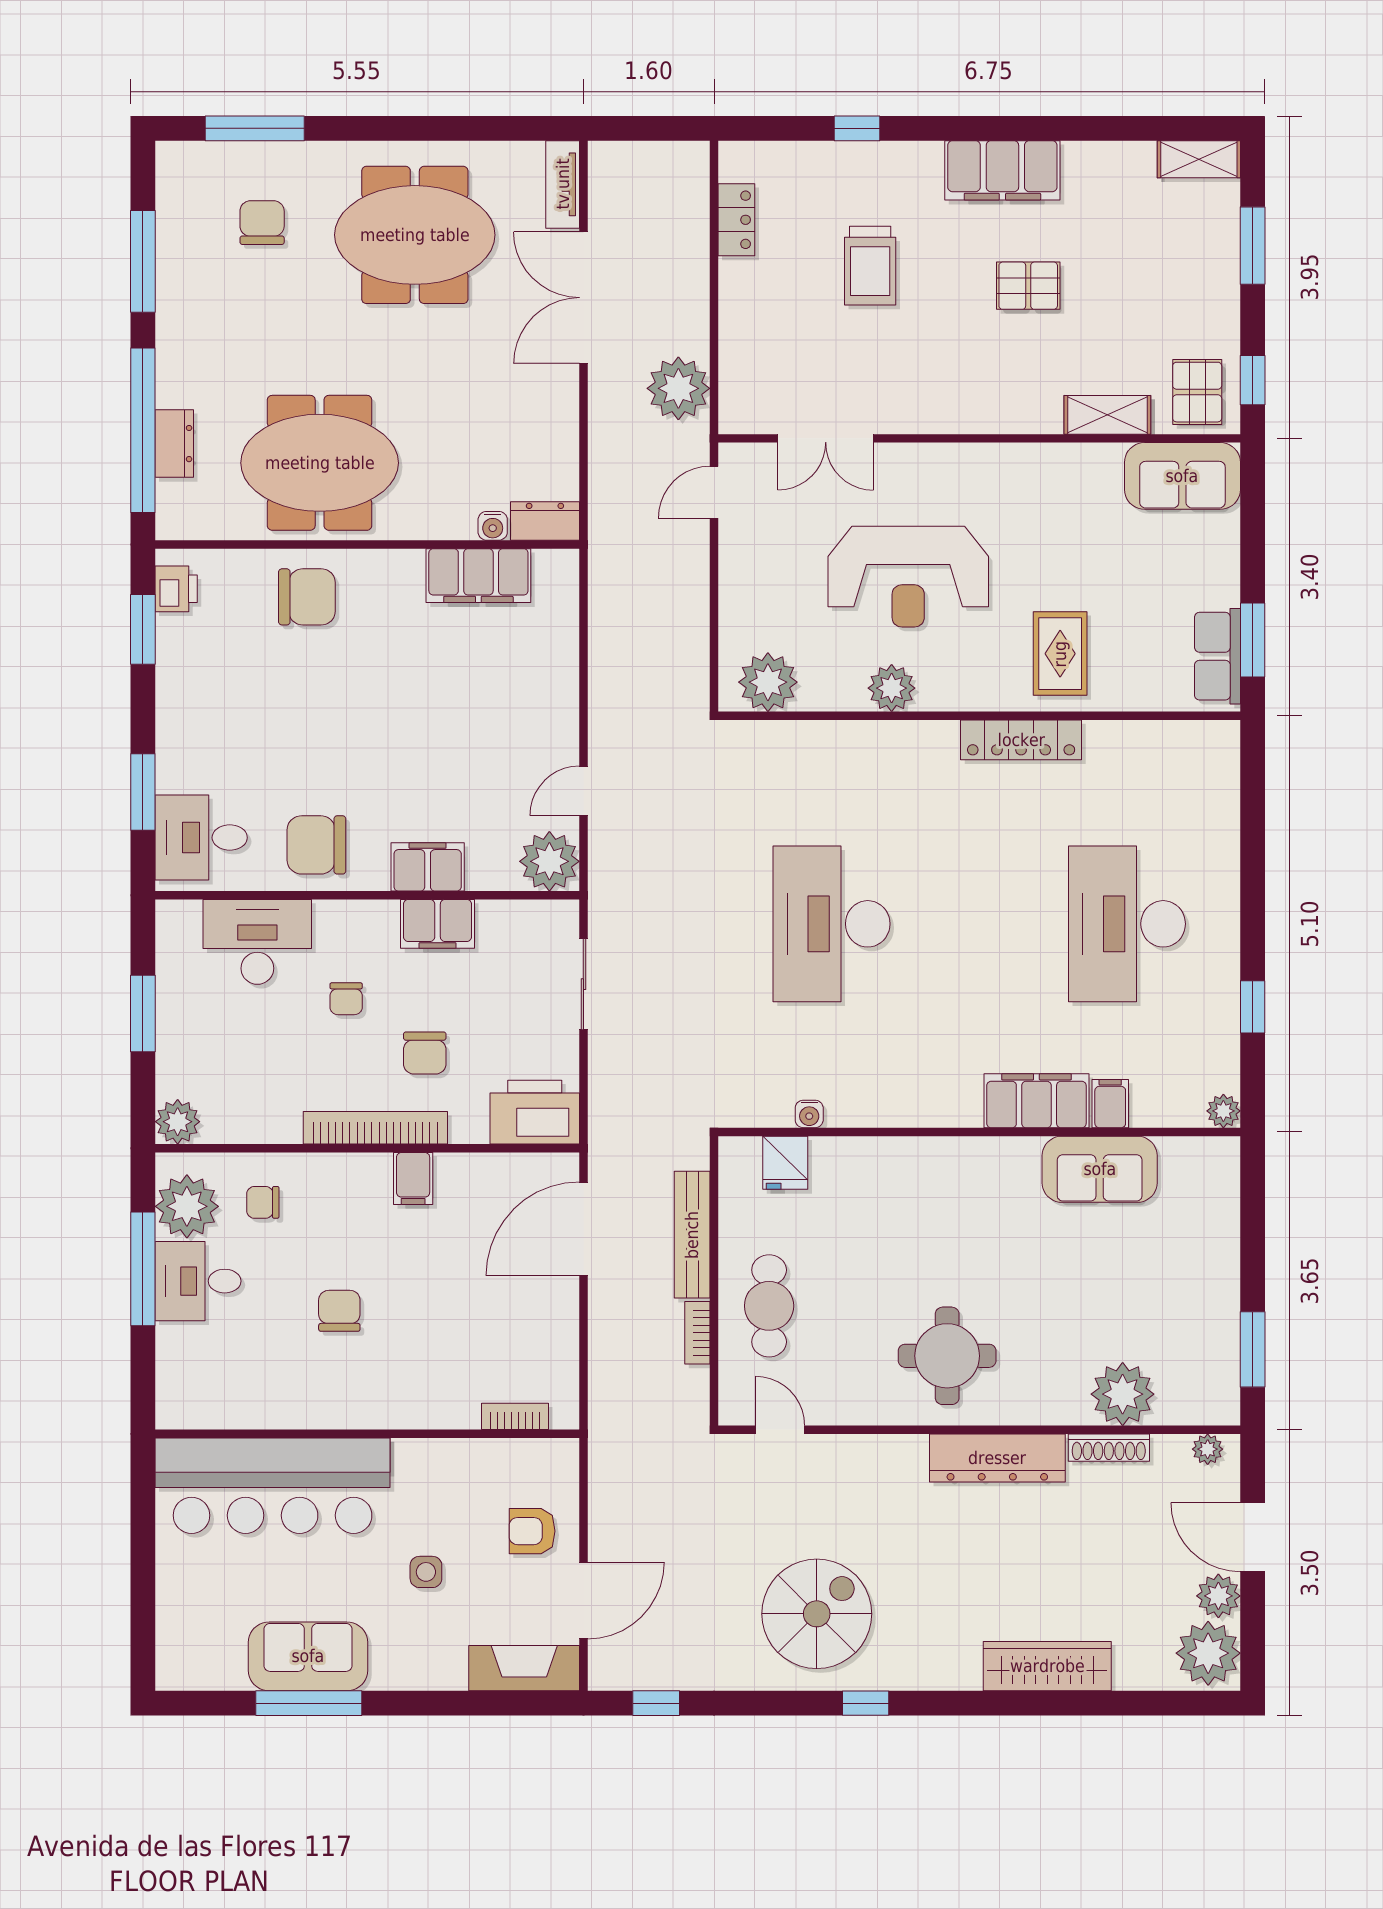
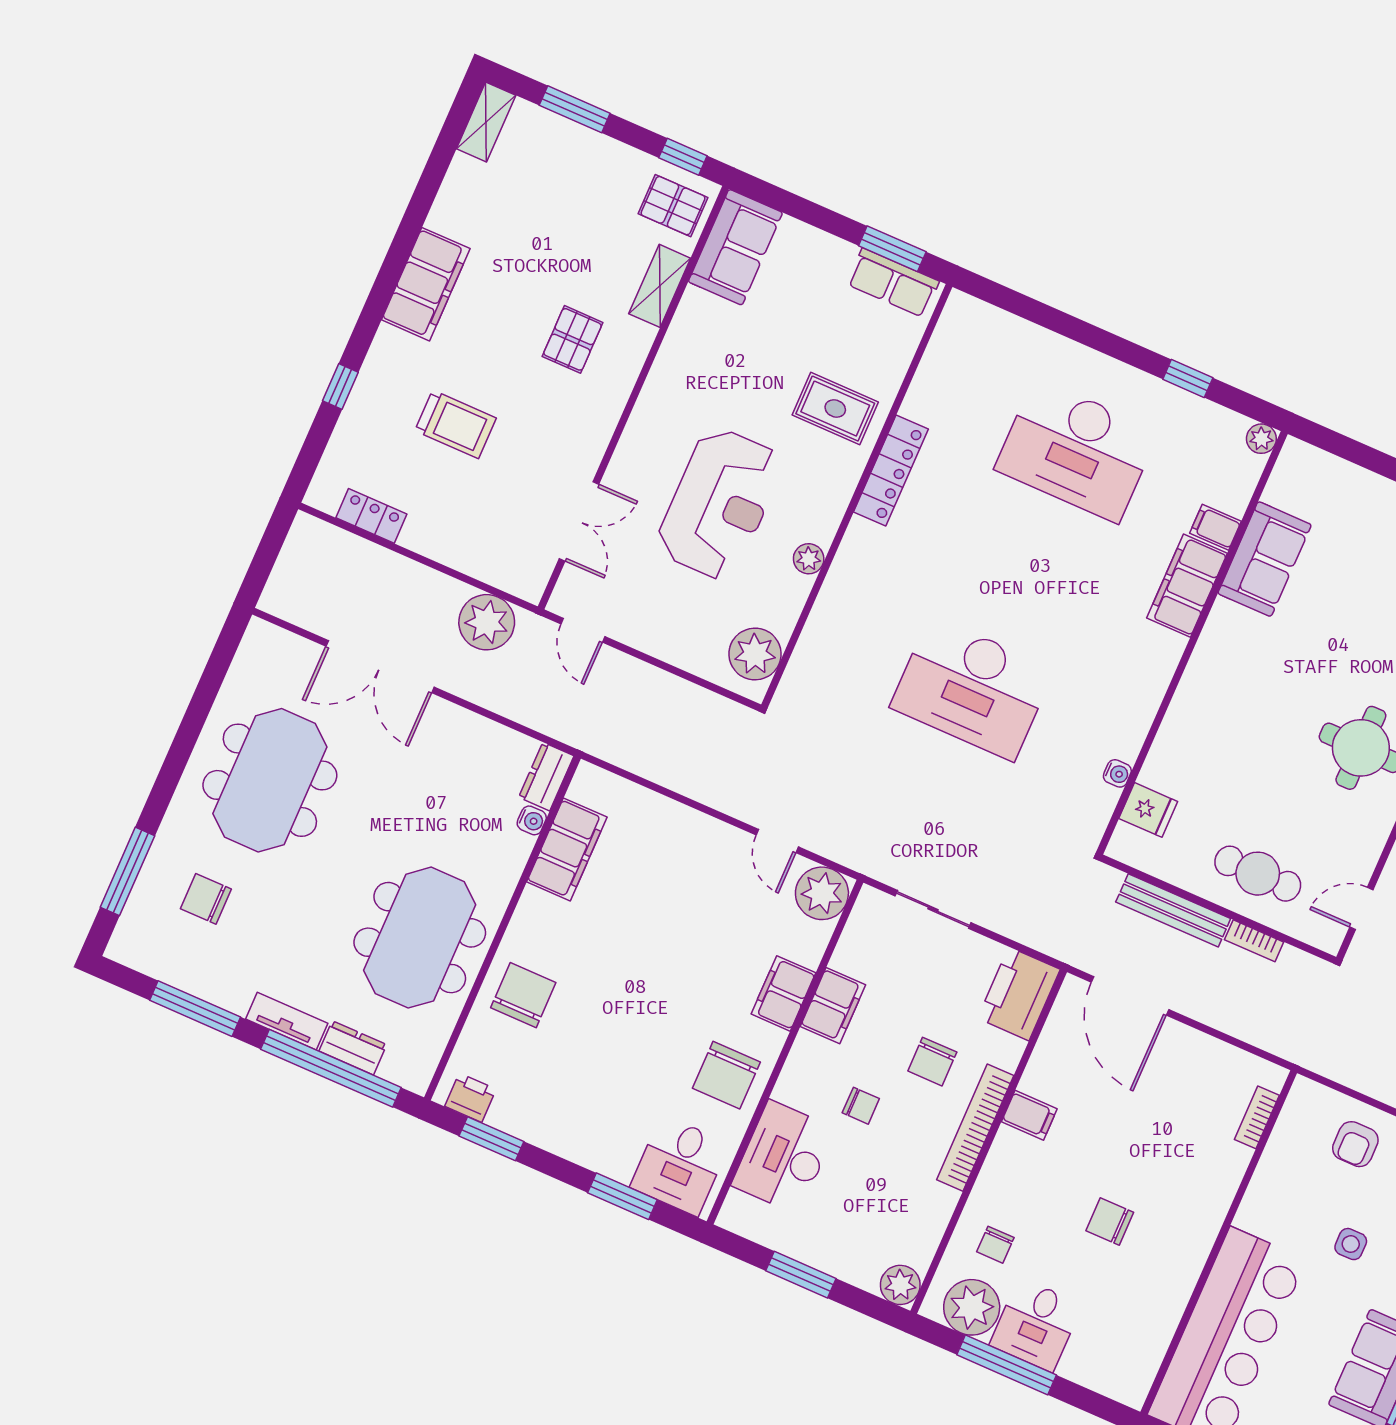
tv unit: (563, 184) -> (287, 1021), moved, turned 180
pallet: (1028, 286) -> (572, 339), moved
plant: (892, 688) -> (809, 559), width x0.73, depth x0.73
chair: (425, 1053) -> (932, 1062), turned 90

